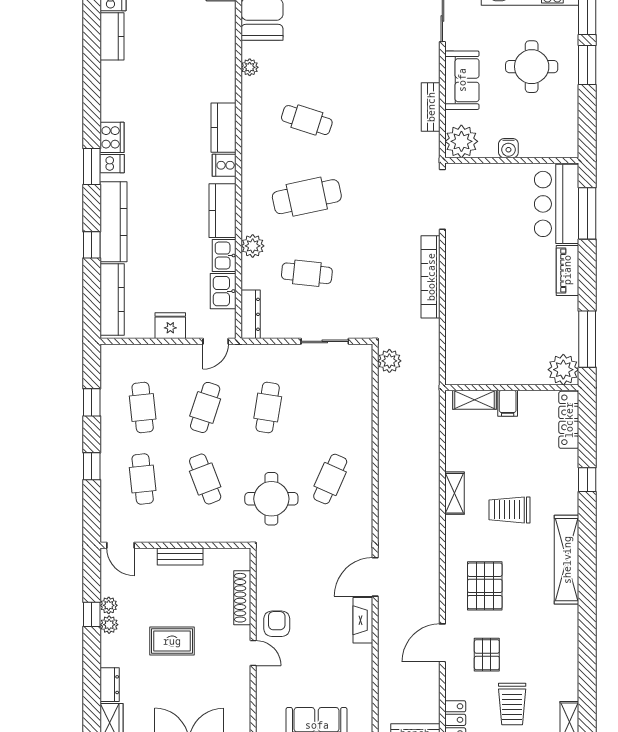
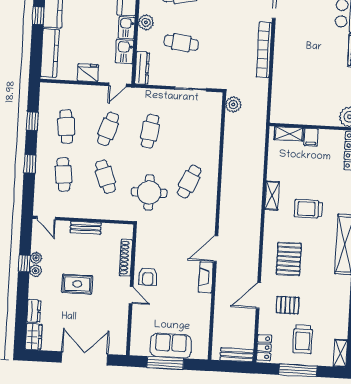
armchair: (277, 624) -> (148, 276), turned 180
pallet: (487, 655) -> (288, 305), turned 90

